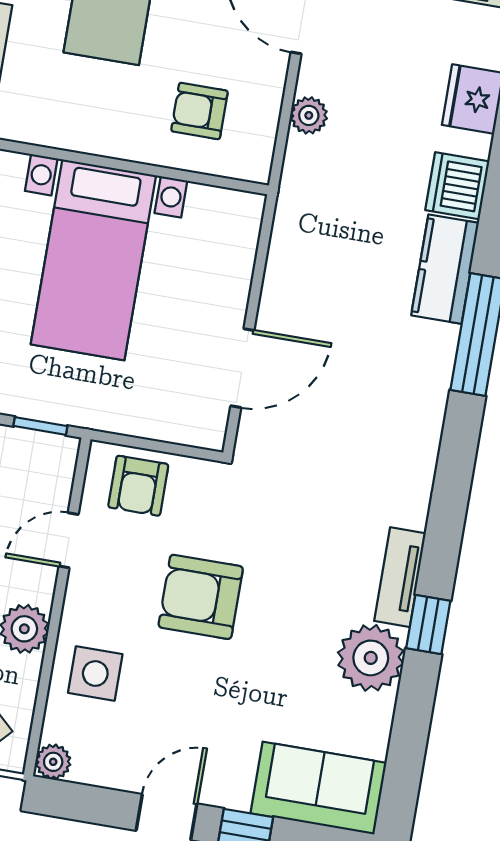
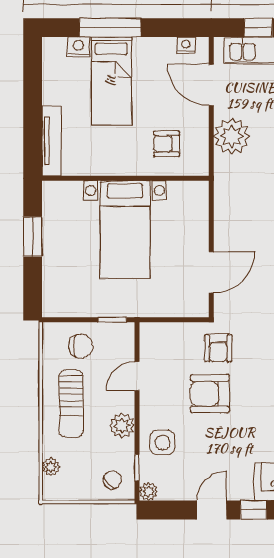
plant: (309, 115) -> (232, 136), width x1.87, depth x1.87
armchair: (138, 486) -> (218, 348), moved
window: (39, 713) -> (137, 468), added

